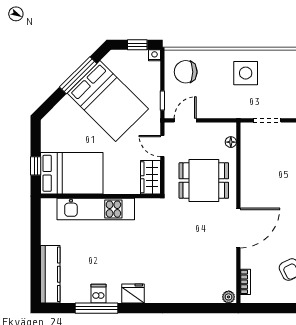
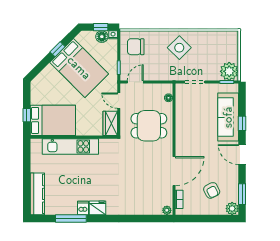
floor lamp: (139, 58) -> (102, 37), added
side table: (246, 73) -> (179, 48), turned 45
window: (78, 75) -> (58, 49), width x0.46
door: (238, 228) -> (174, 171), moved
dishwasher: (99, 294) -> (83, 208), moved

